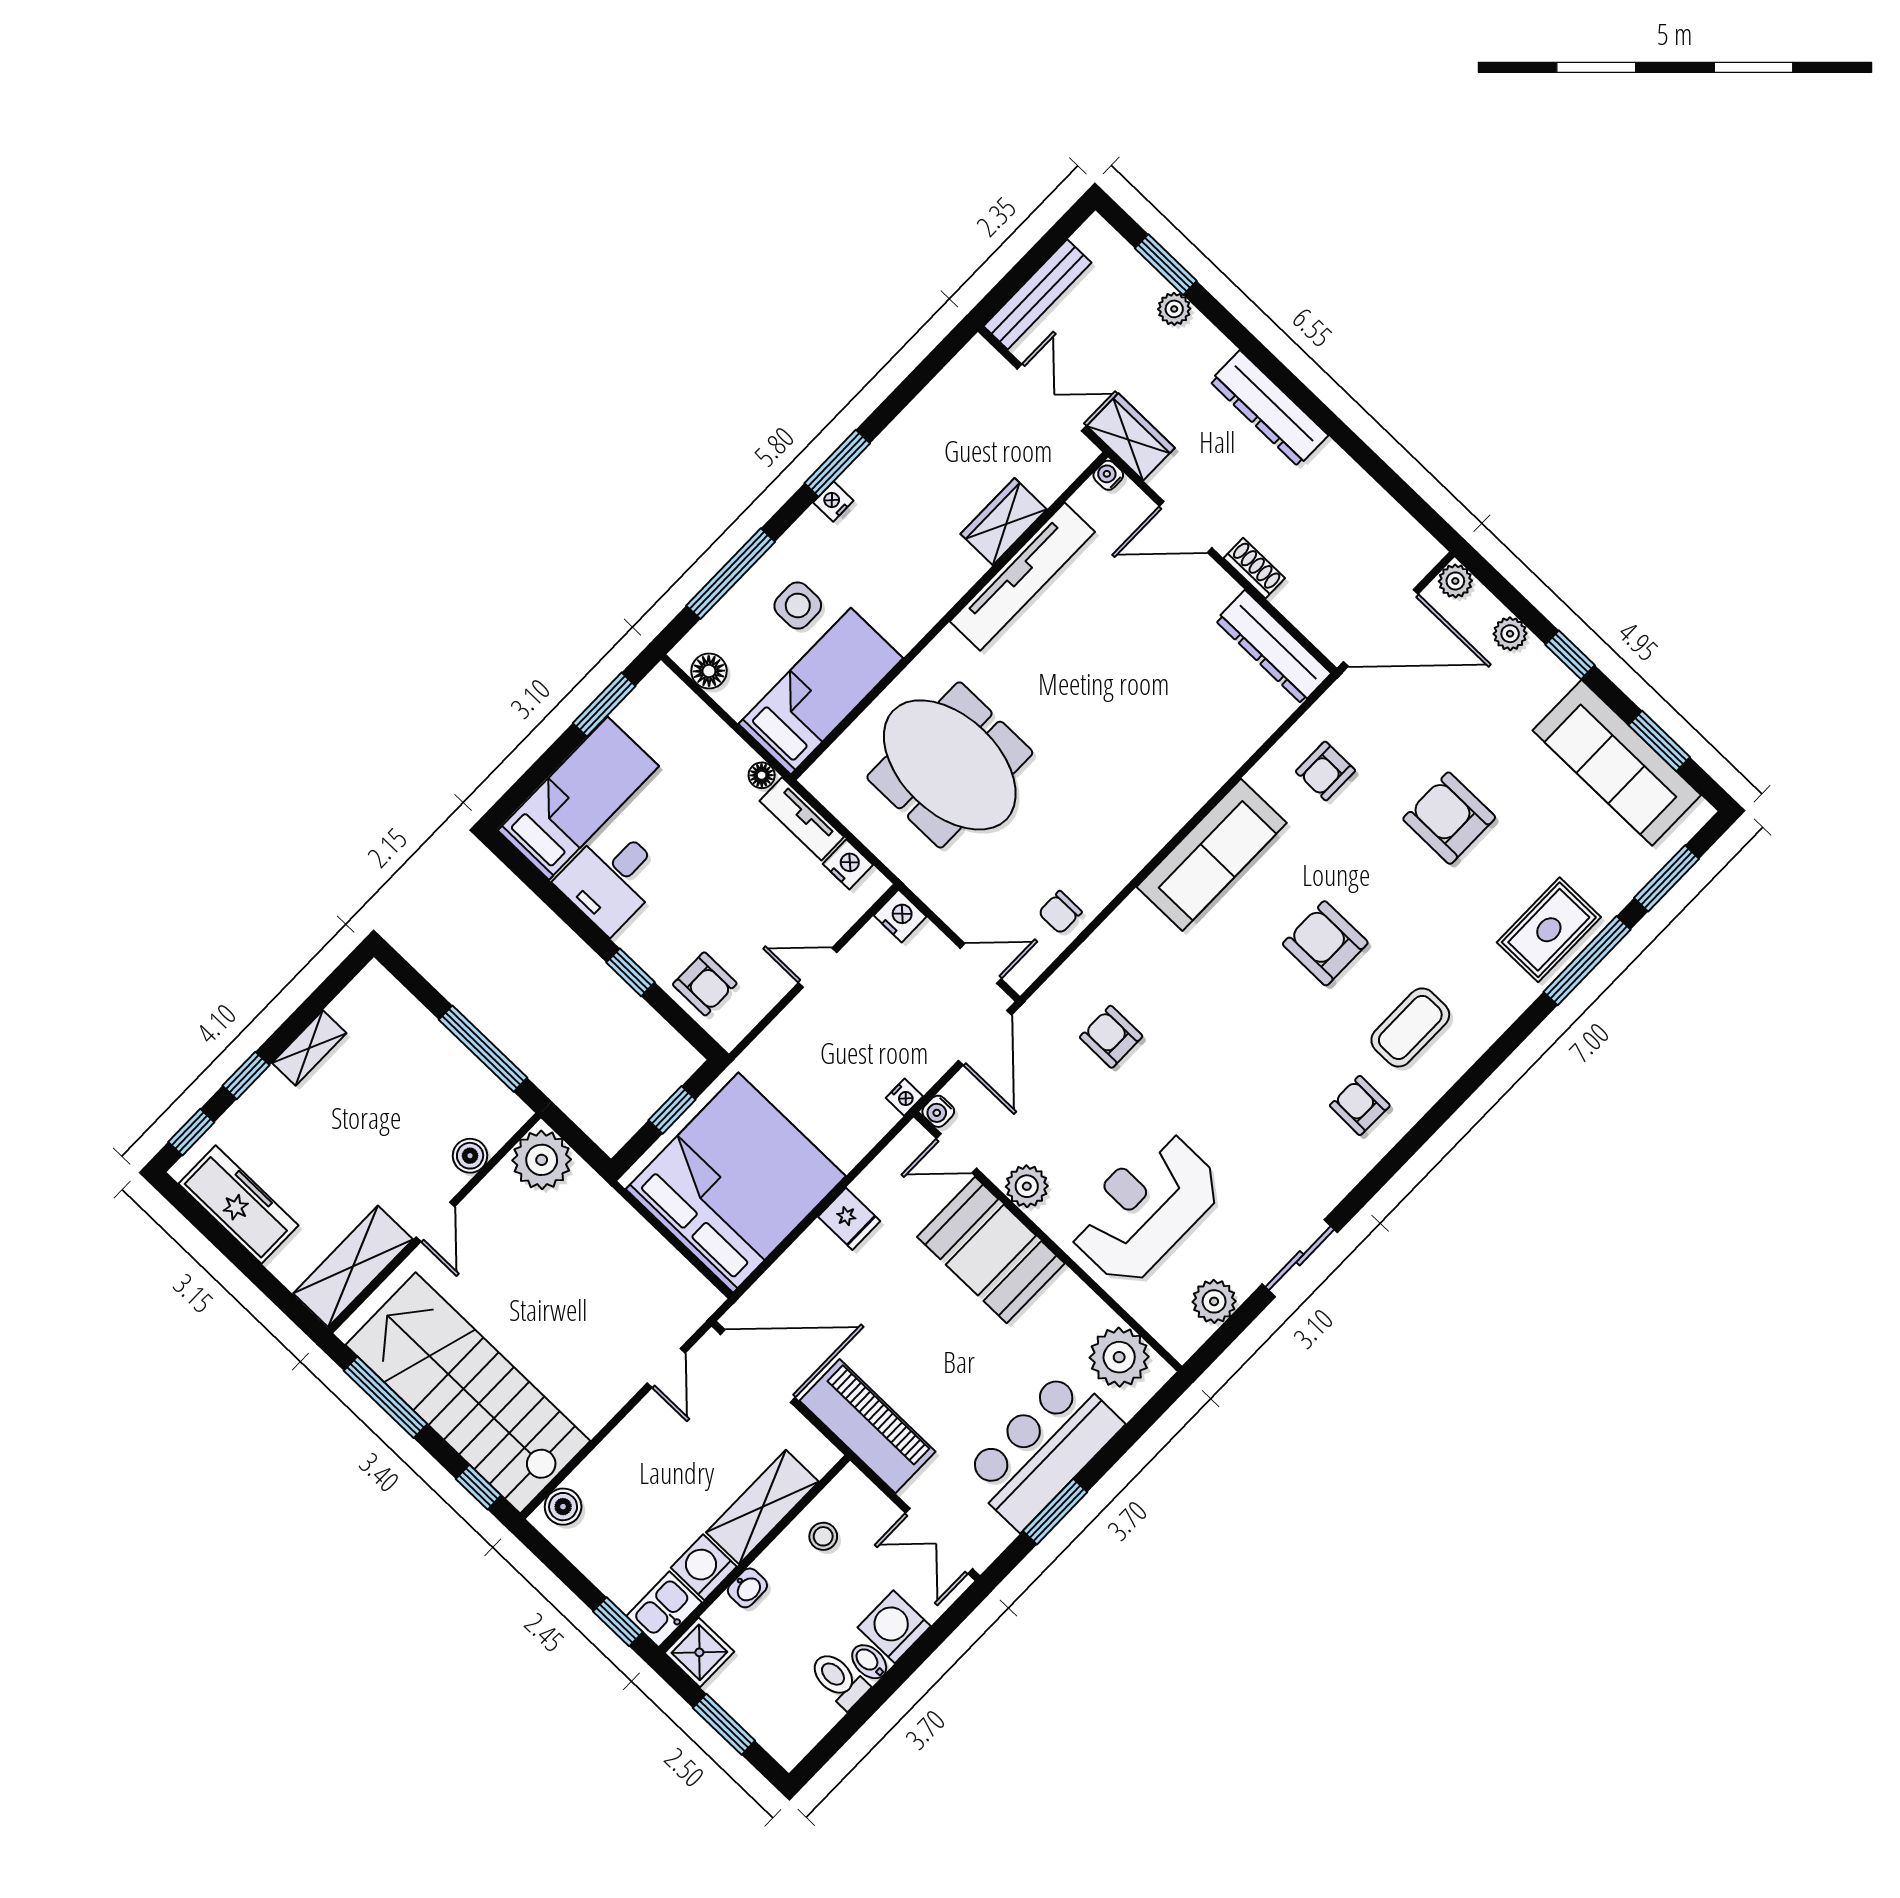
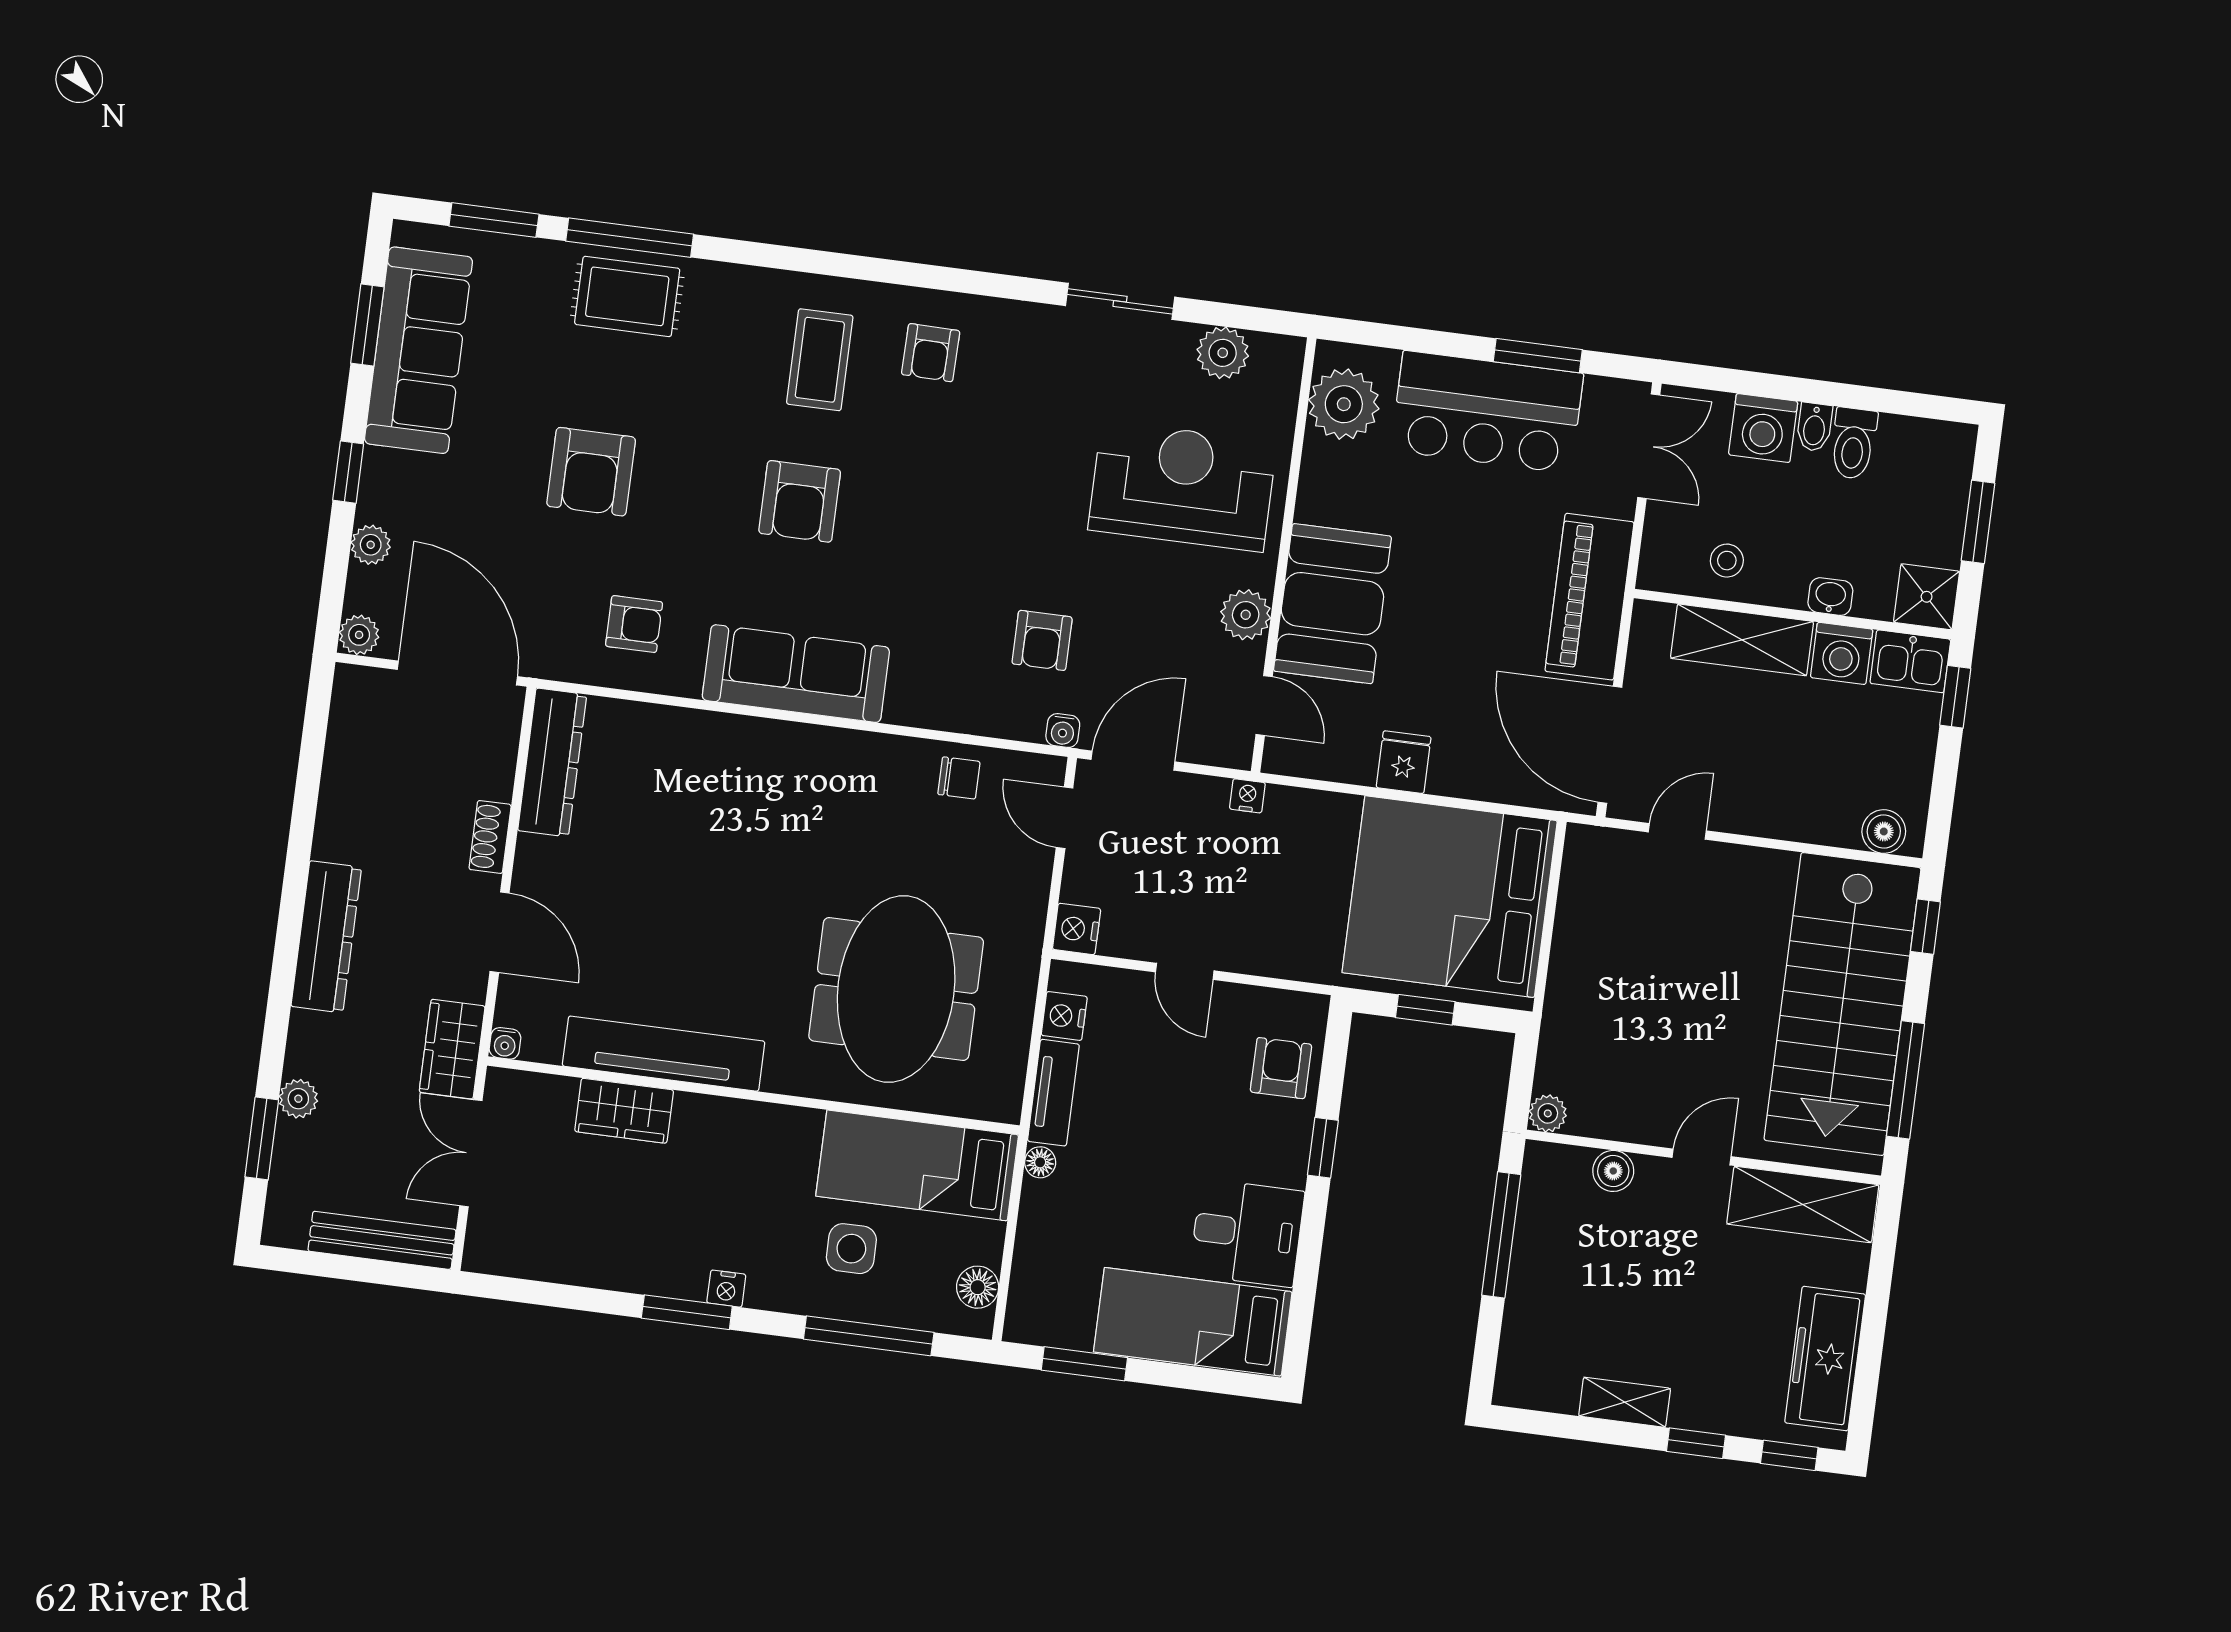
coffee table: (1410, 1027) -> (820, 360), turned 90
water cooler: (938, 1111) -> (1063, 731), moved, turned 90
plant: (542, 1160) -> (1548, 1113), width x0.53, depth x0.53
reception desk: (1145, 1208) -> (1182, 486), turned 180

